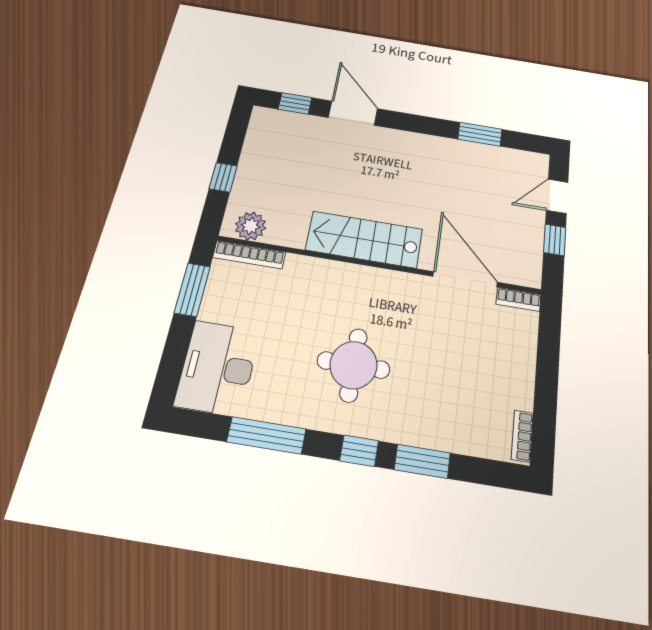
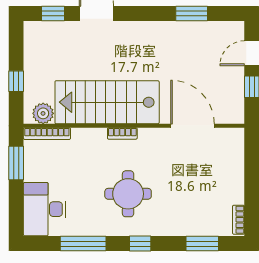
stairs: (364, 239) -> (107, 102), width x1.36, depth x1.51
bookcase: (518, 299) -> (122, 133), moved
window: (422, 461) -> (202, 244), moved

